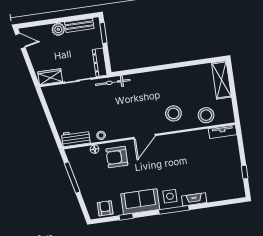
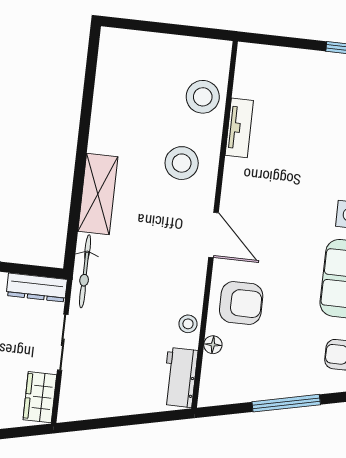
shelving: (221, 80) -> (98, 194), moved, turned 90
tv unit: (223, 132) -> (239, 128), moved
armchair: (117, 157) -> (241, 303), turned -90
window: (72, 177) -> (286, 403), moved

